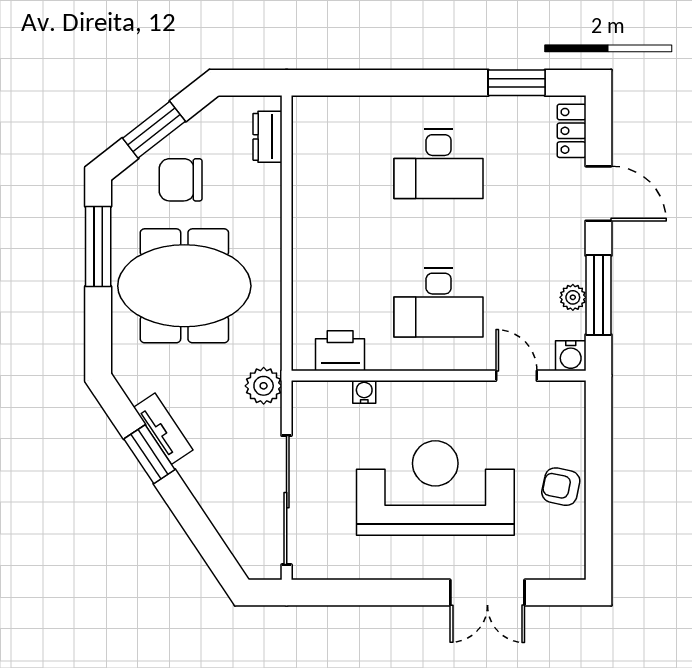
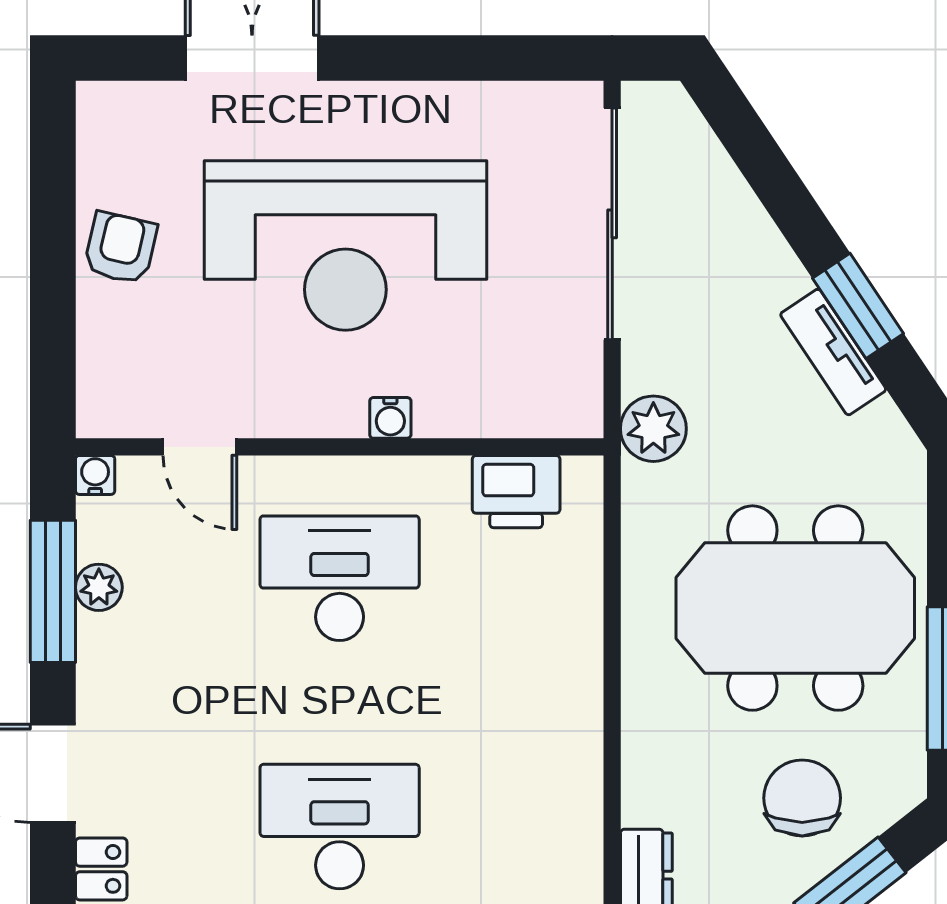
chair: (181, 180) -> (802, 798), turned -90
water cooler: (571, 356) -> (95, 475), width x0.72, depth x0.72
water cooler: (364, 392) -> (390, 418), moved
armchair: (561, 487) -> (120, 248), turned -89

